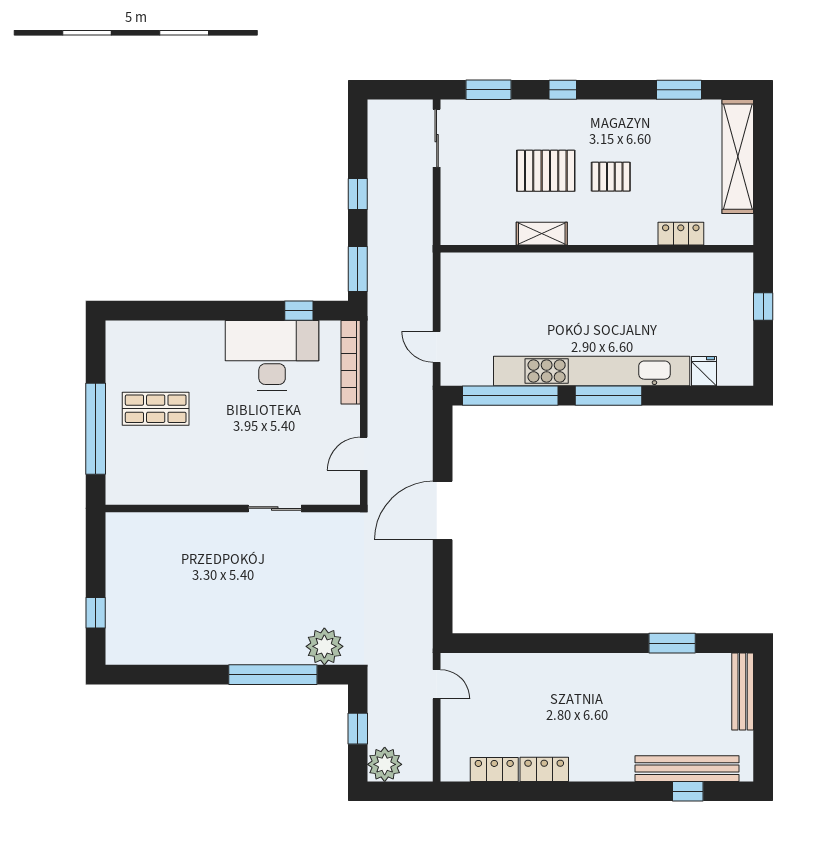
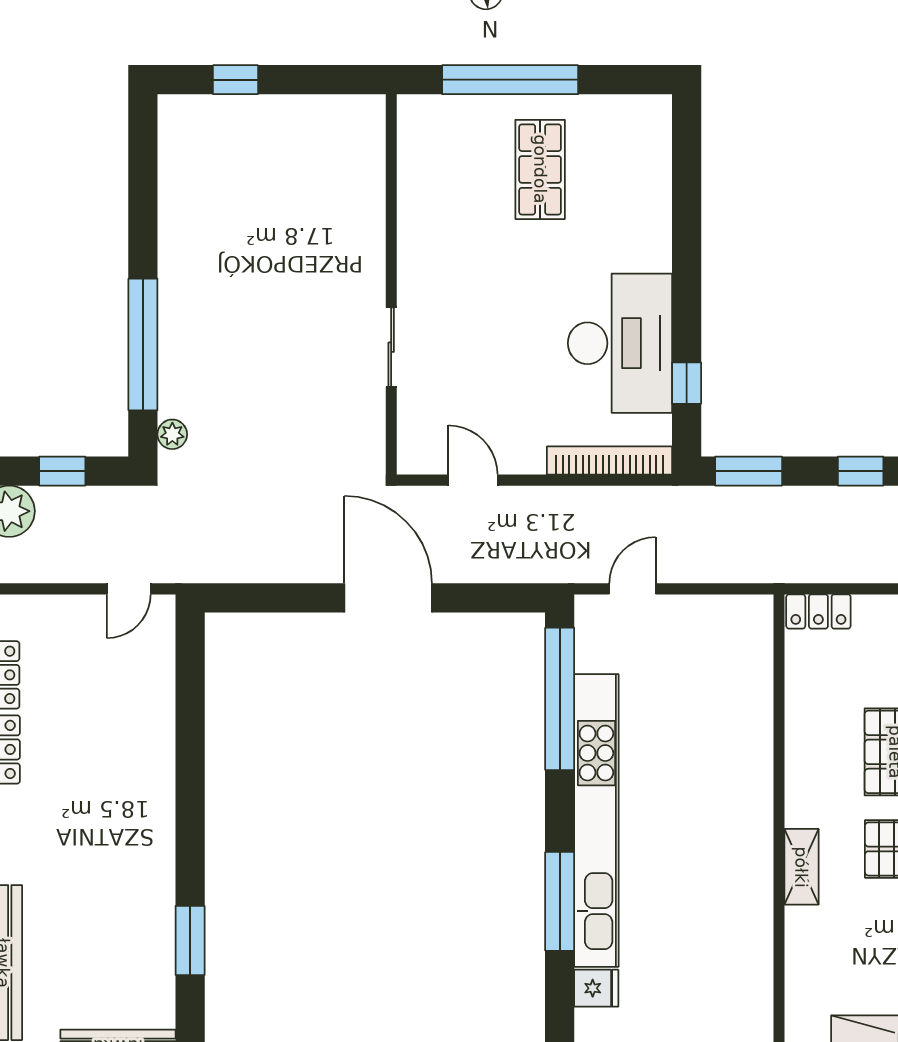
shelving: (542, 234) -> (801, 867), moved
locker: (681, 234) -> (818, 611), moved, turned 90
window: (609, 396) -> (560, 901), moved
plant: (324, 646) -> (172, 434), width x0.53, depth x0.53

